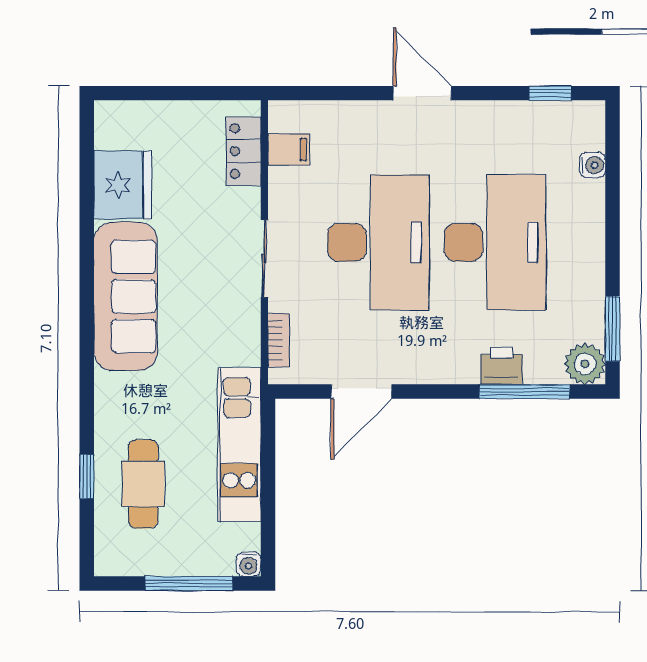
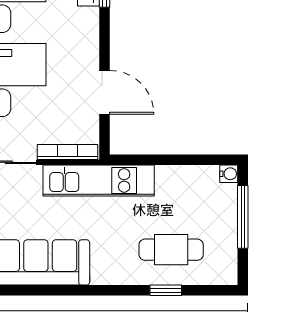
bookcase: (279, 340) -> (67, 152), width x1.56
kitchen unit: (239, 445) -> (99, 180), moved

